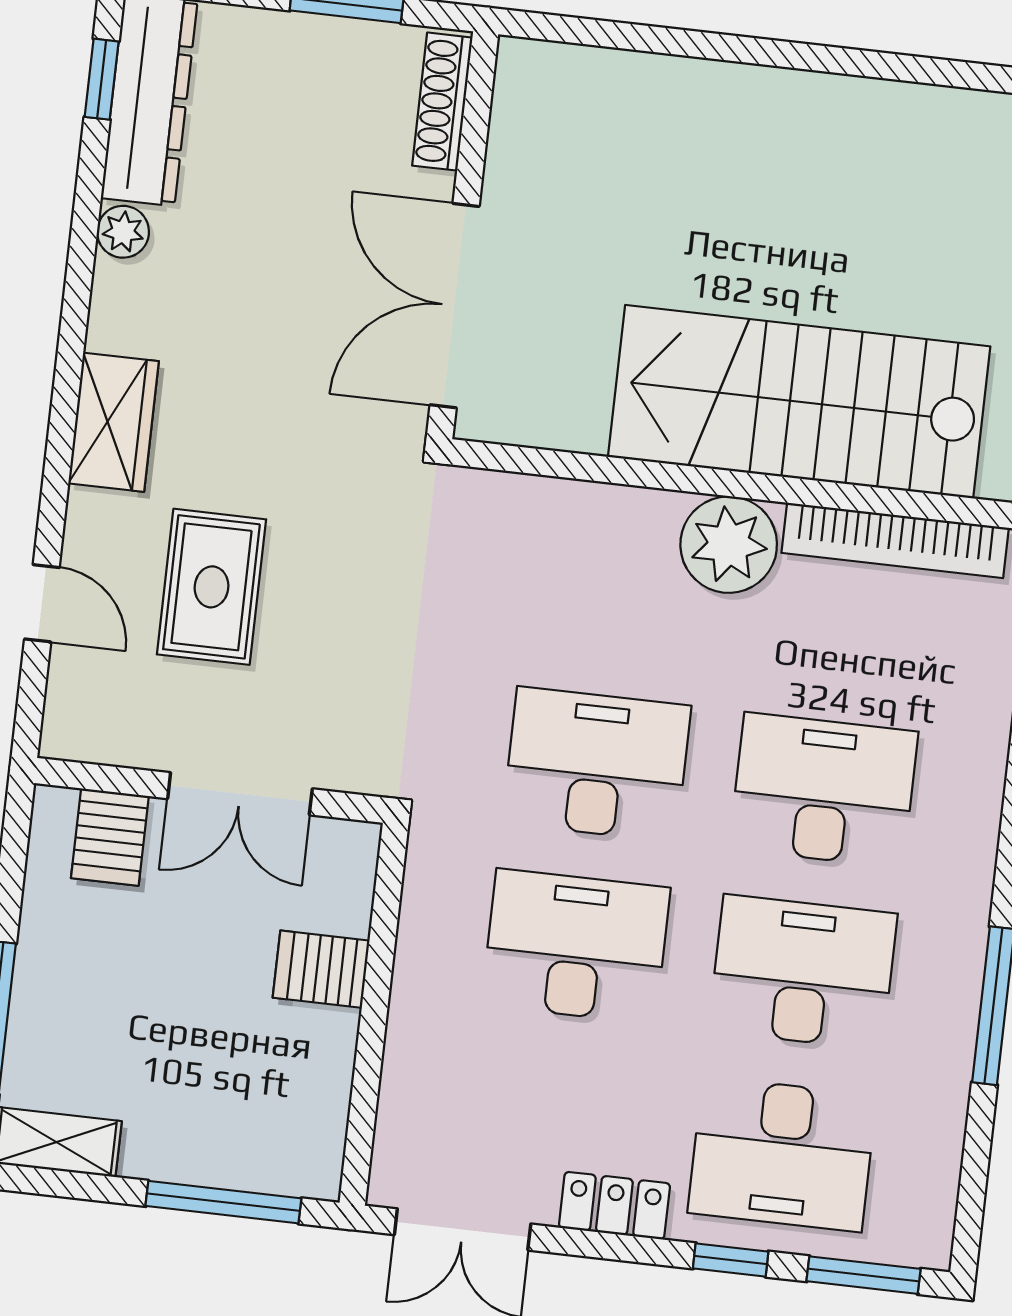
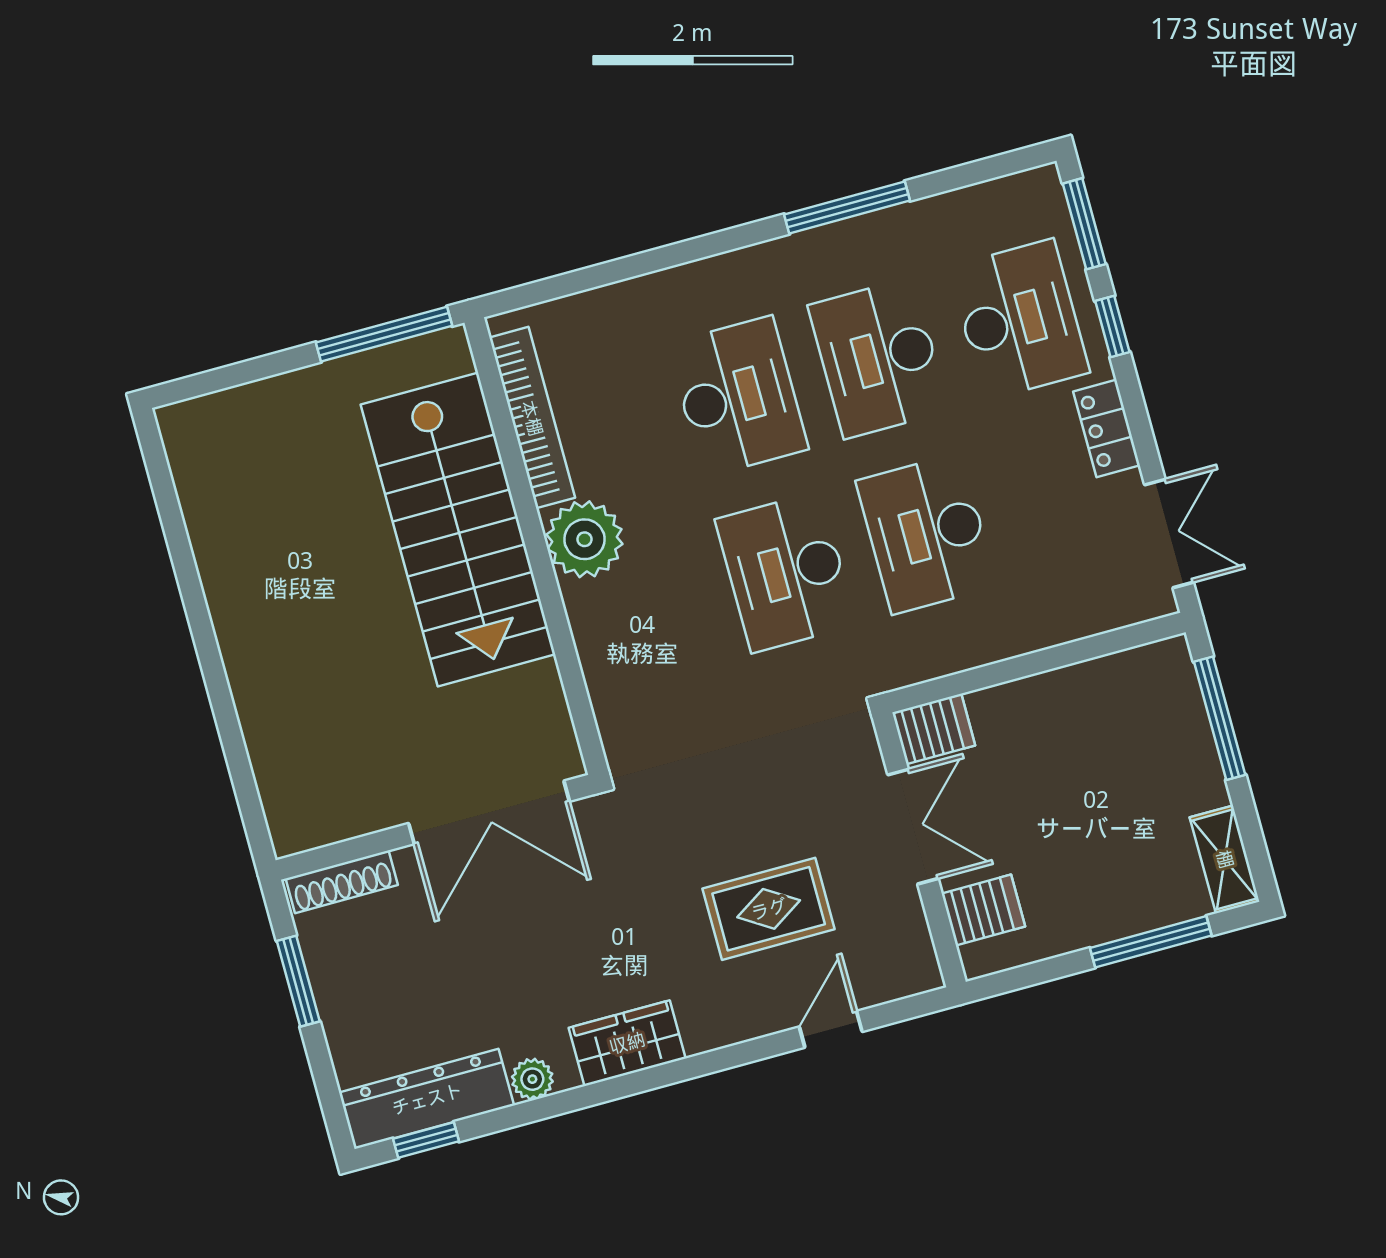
wardrobe: (114, 422) -> (627, 1043), moved
desk: (824, 790) -> (738, 397), turned 180
server rack: (321, 969) -> (934, 729), moved, turned -90

